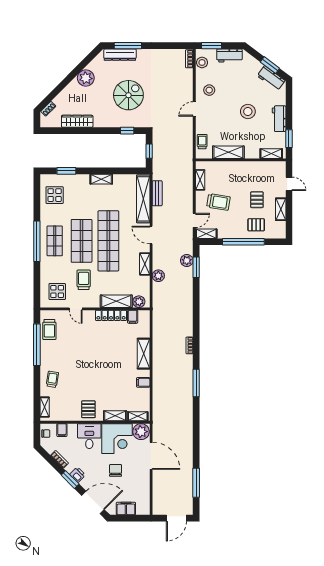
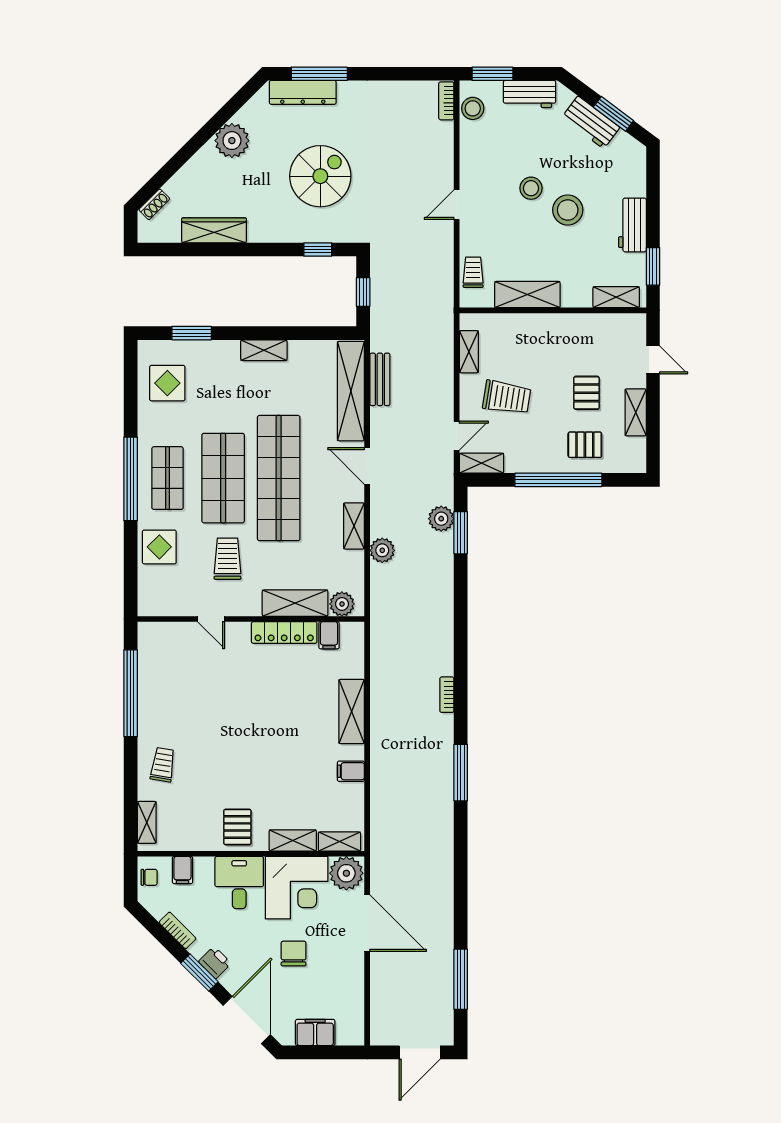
workbench: (271, 78) -> (591, 122), moved
stool: (209, 90) -> (531, 188), moved
display table: (57, 291) -> (159, 547), moved
trolley: (49, 329) -> (156, 662), removed
door: (93, 502) -> (247, 1020), hinge flipped

